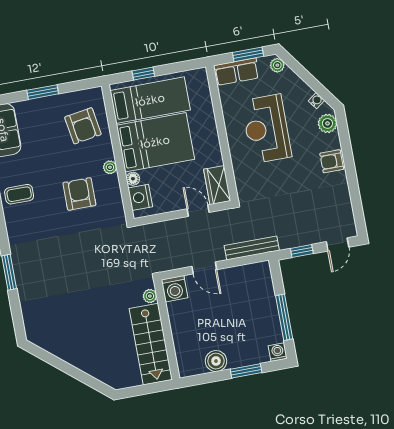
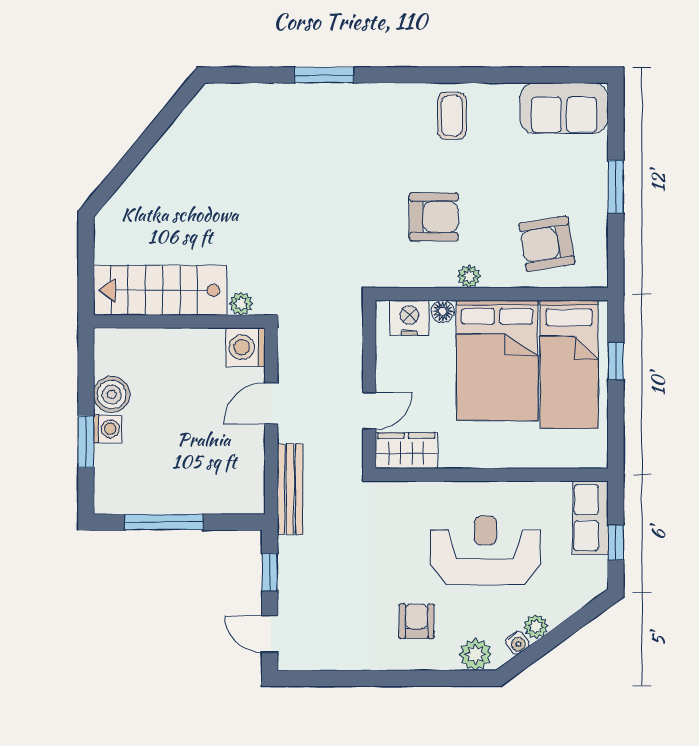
window: (248, 54) -> (616, 542), width x0.67
plant: (277, 65) -> (536, 627), moved
armchair: (332, 161) -> (416, 621), moved
washing machine: (278, 352) -> (107, 429), moved

